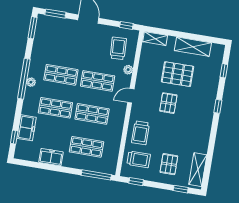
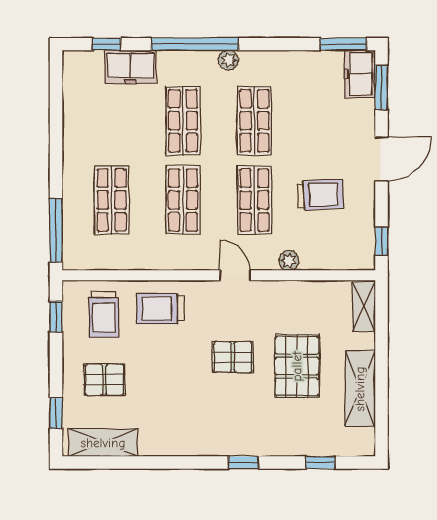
trolley: (118, 48) -> (320, 195), moved
window: (24, 79) -> (195, 44), moved
freezer: (51, 157) -> (360, 74), moved, turned 180

